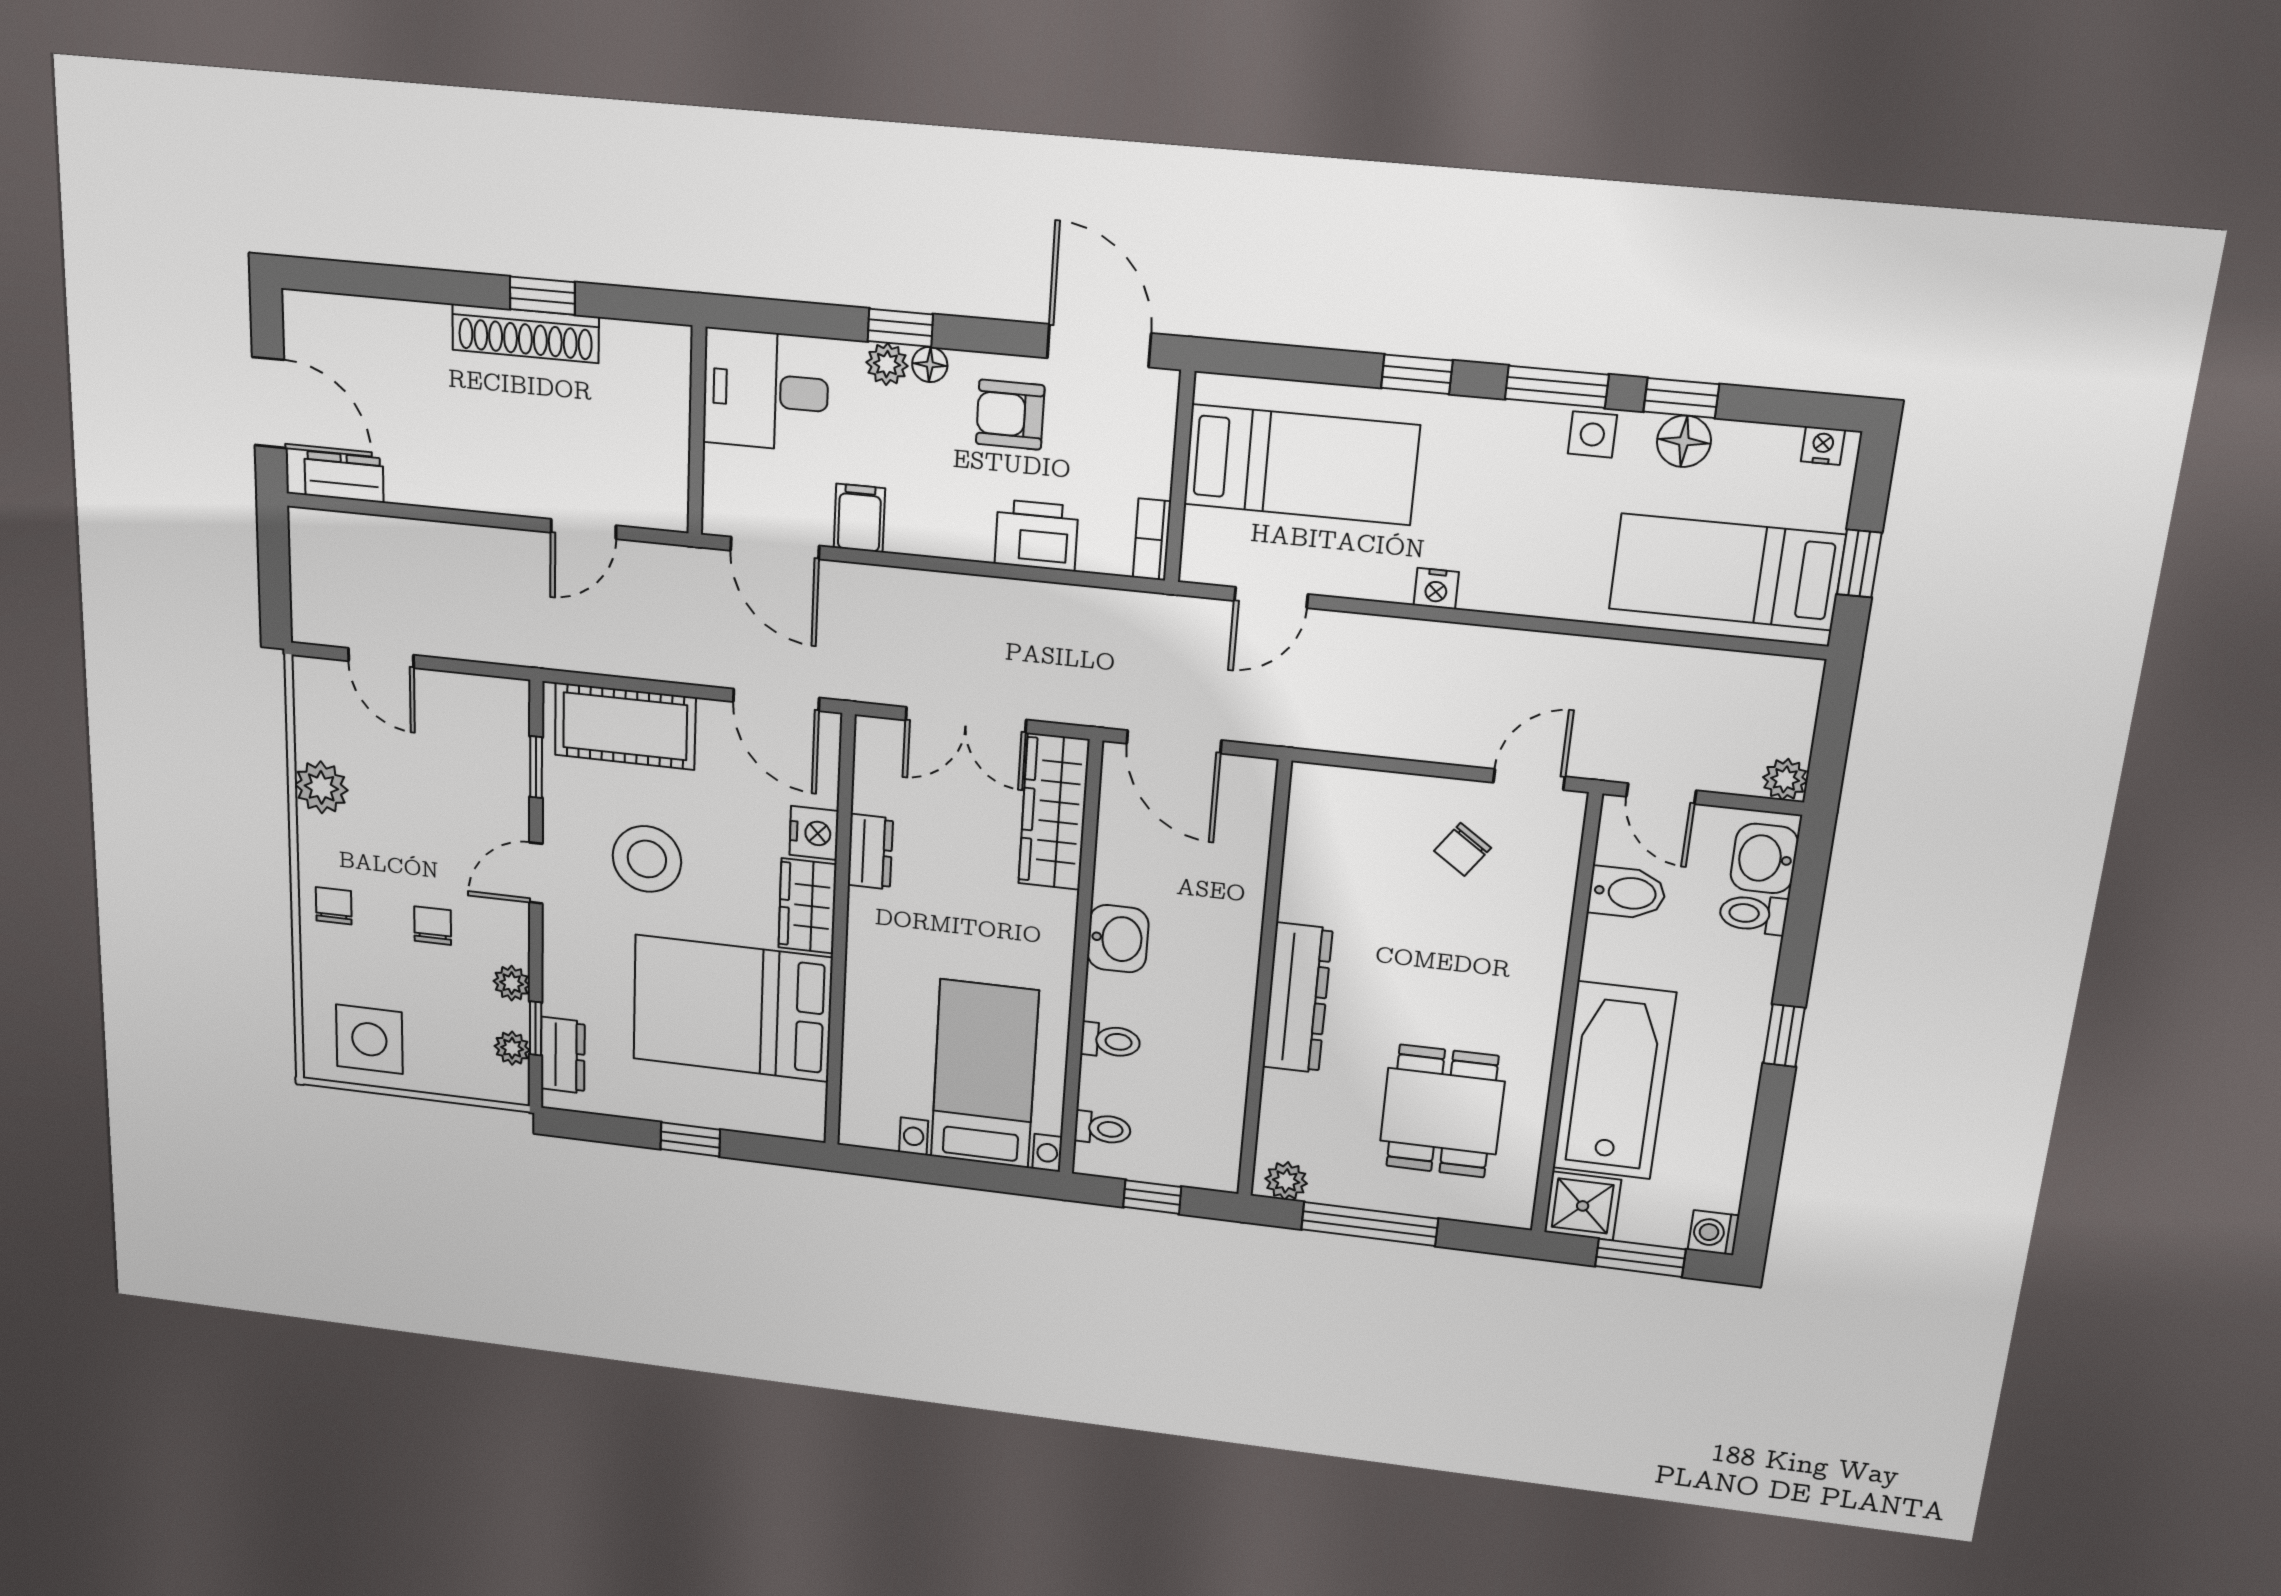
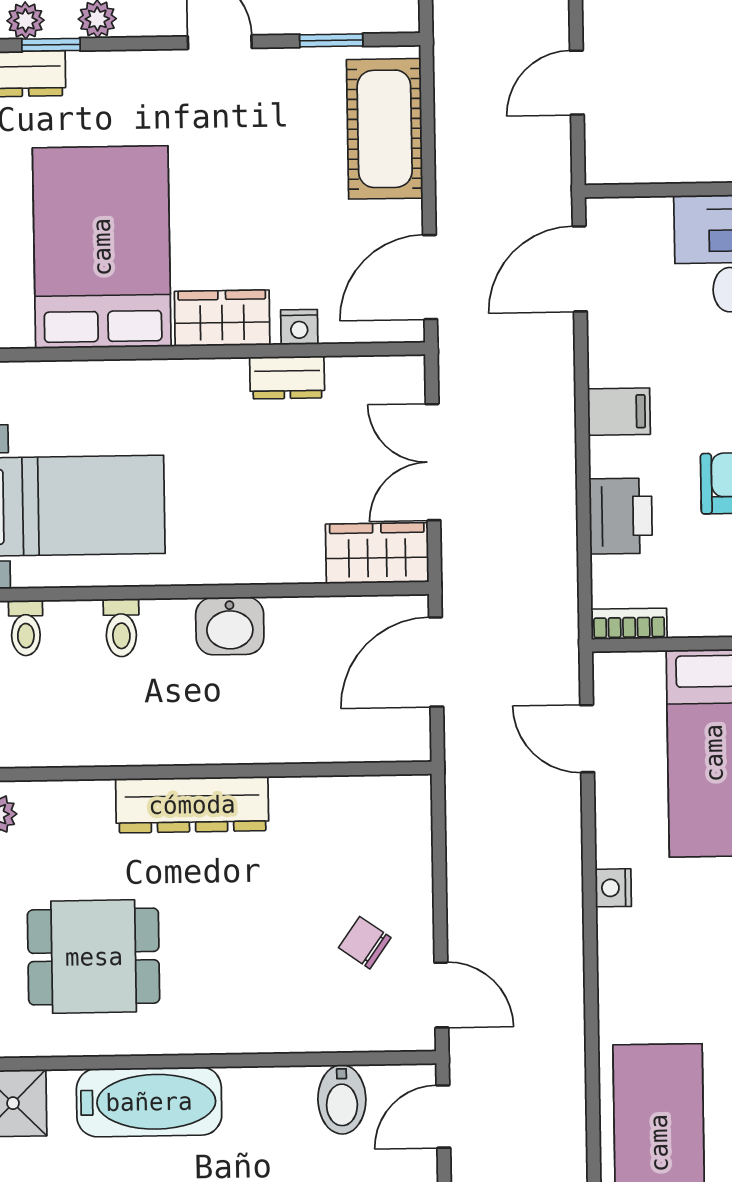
filing cabinet: (859, 518) -> (619, 412), moved
door: (583, 529) -> (577, 83), hinge flipped
wardrobe: (1054, 812) -> (377, 553), width x0.67
nightstand: (814, 833) -> (299, 327), width x0.72, depth x0.74
stool: (647, 859) -> (250, 155), removed
bathtub: (1614, 1081) -> (149, 1102), width x0.73, depth x0.73

